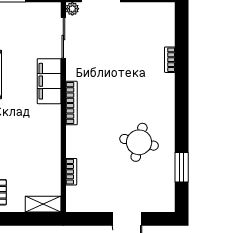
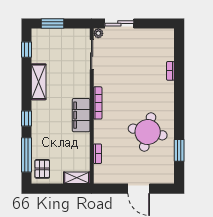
filing cabinet: (49, 81) -> (81, 115), moved
round table: (139, 142) -> (148, 132), width x1.36, depth x1.36

